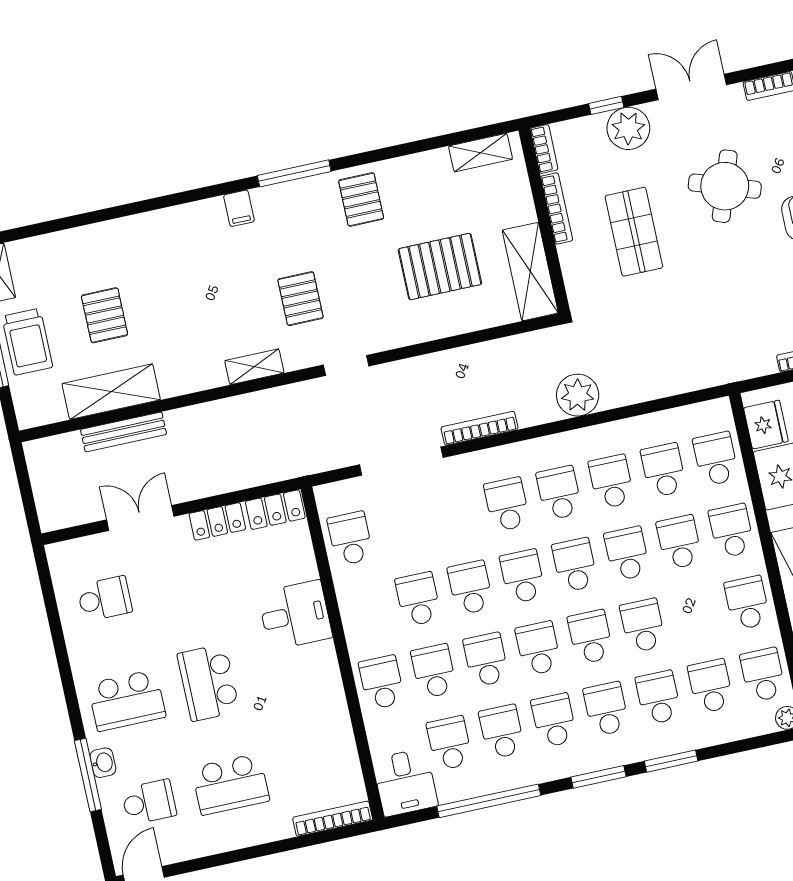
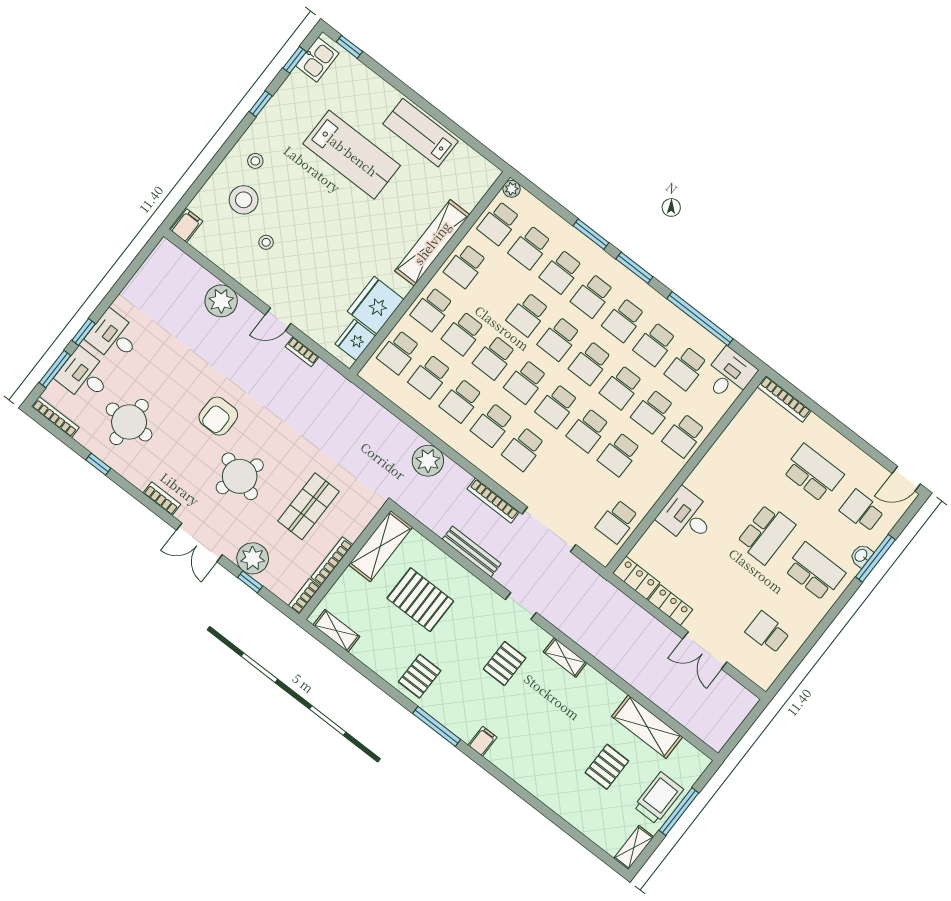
bench: (124, 432) -> (472, 551), moved

